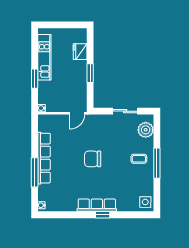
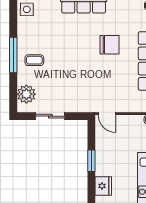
door: (77, 113) -> (107, 114), swing flipped
chair: (93, 159) -> (109, 45), moved

